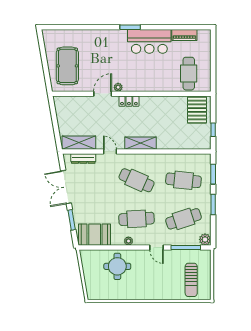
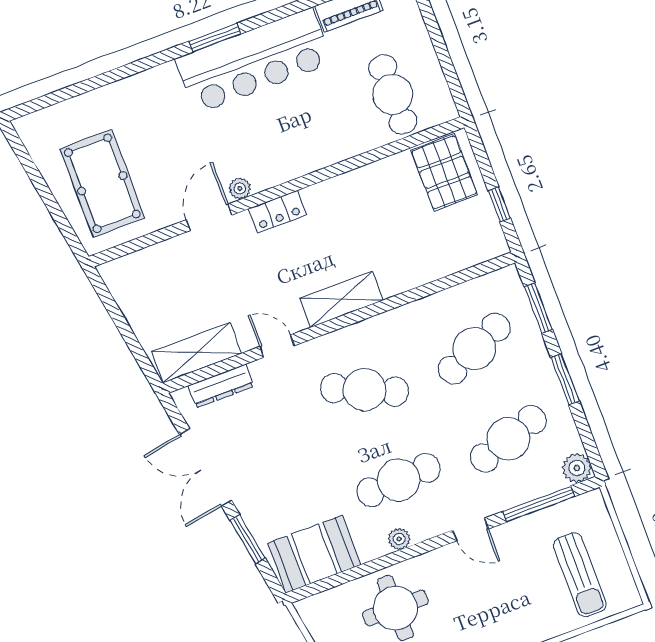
bar counter: (149, 41) -> (254, 61), width x1.36
cafe table: (183, 180) -> (474, 349), turned -30

